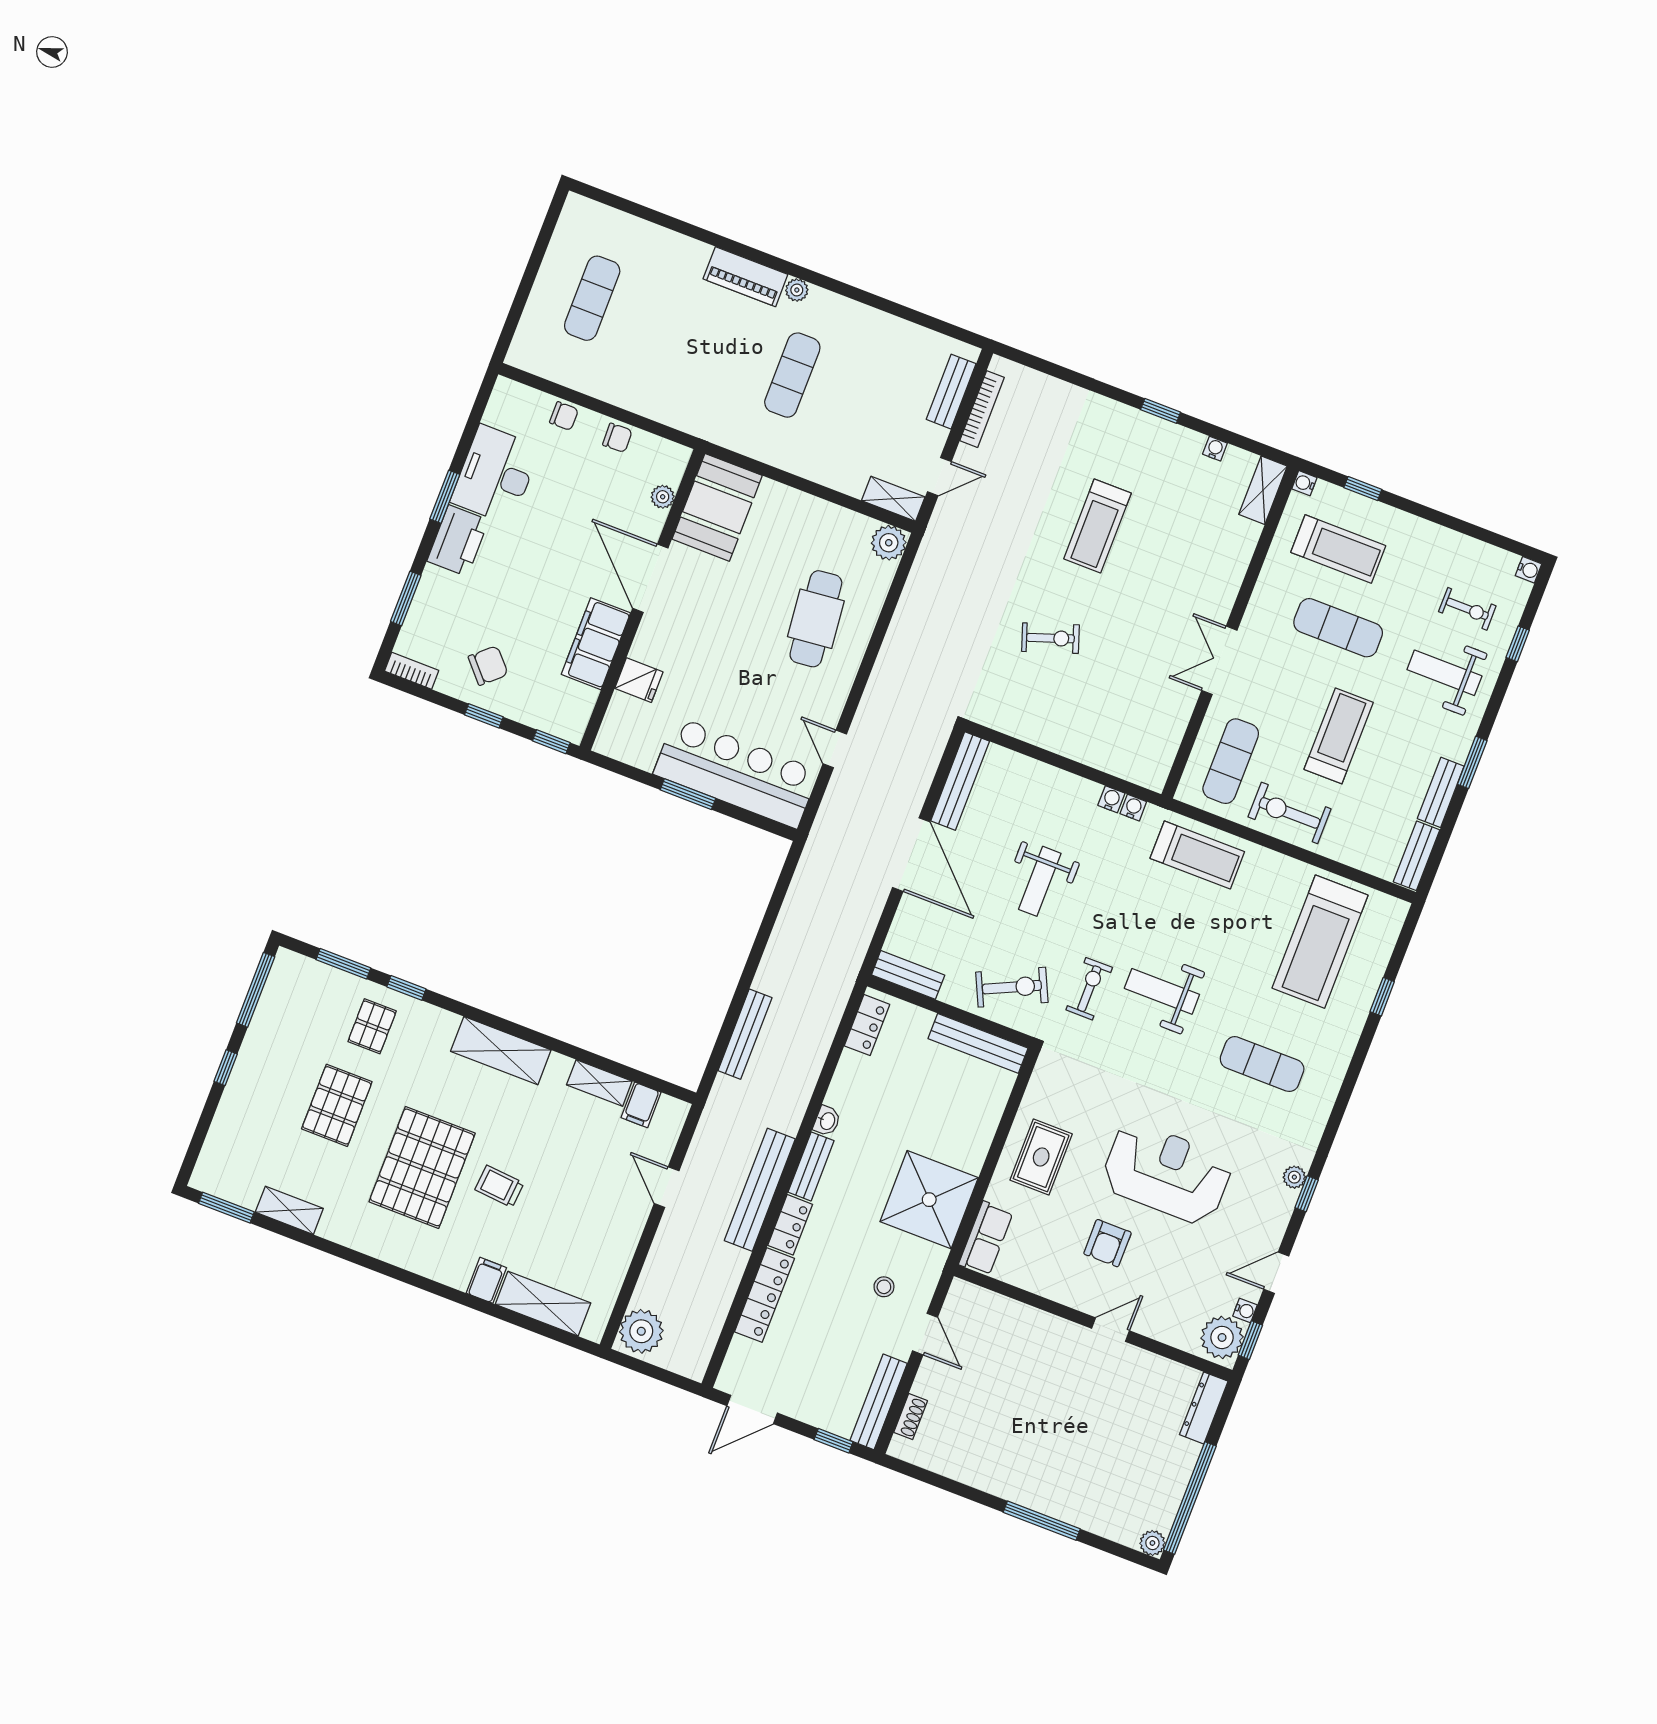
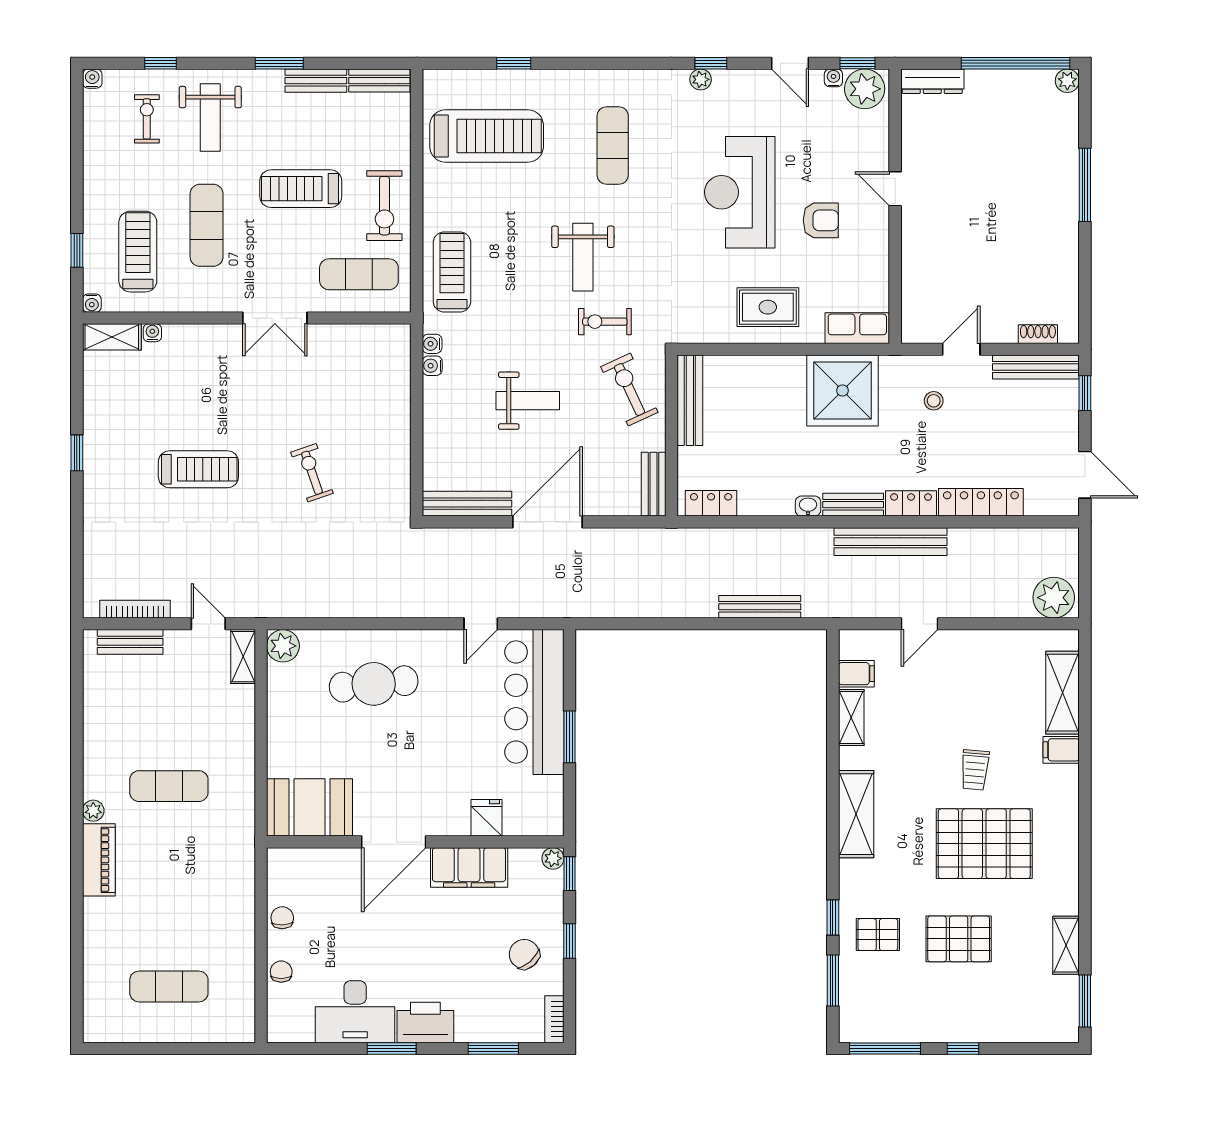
water cooler: (1215, 449) -> (152, 333), moved, turned 90
plant: (663, 497) -> (553, 858), moved

